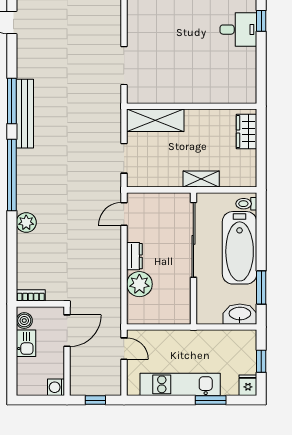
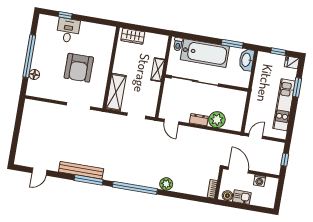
armchair: (183, 56) -> (79, 68), added
bench: (25, 114) -> (81, 170), moved
washing machine: (56, 387) -> (260, 181), moved

